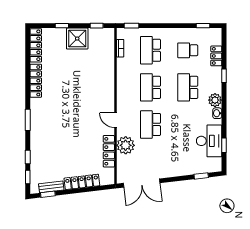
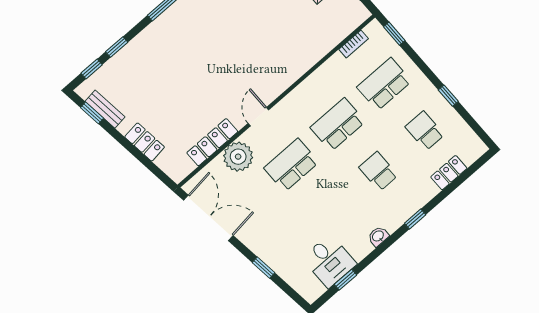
window: (203, 26) -> (448, 96), moved
window: (224, 76) -> (415, 219), moved
school desk: (188, 87) -> (378, 171), width x0.54
plant: (215, 100) -> (392, 219), removed
desk: (209, 141) -> (329, 261), width x0.73
window: (201, 176) -> (263, 268), moved
locker: (82, 182) -> (145, 142), width x0.66
double door: (142, 183) -> (208, 218), swing flipped

